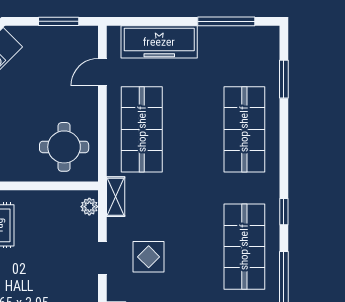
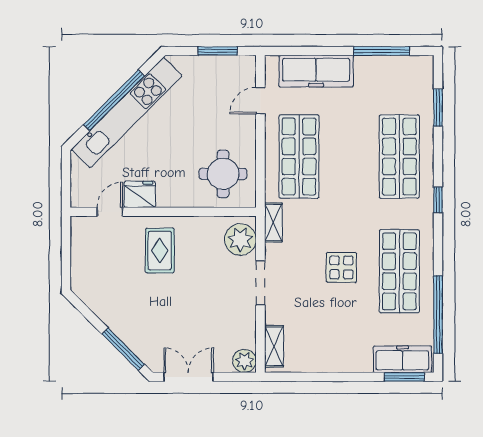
plant: (89, 207) -> (240, 240), width x1.88, depth x1.88
window: (284, 212) -> (438, 200), moved
display table: (149, 257) -> (341, 267), moved
doorway: (102, 258) -> (260, 283), width x1.38

